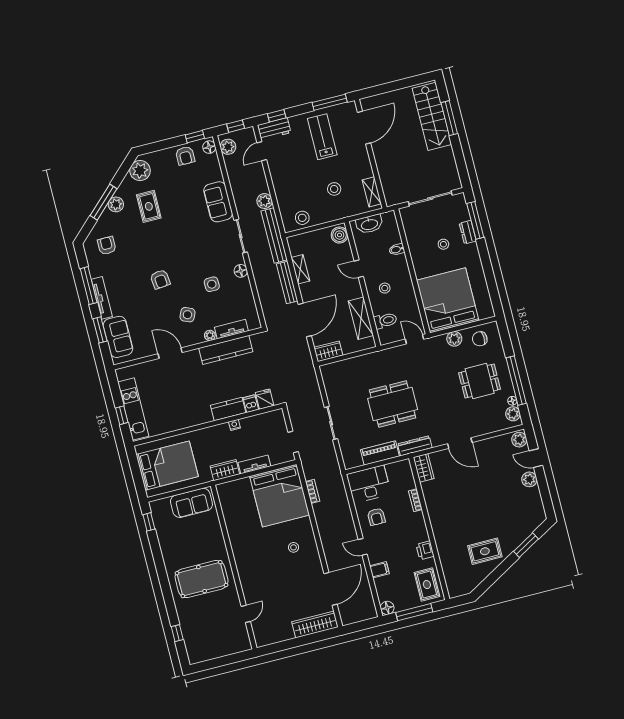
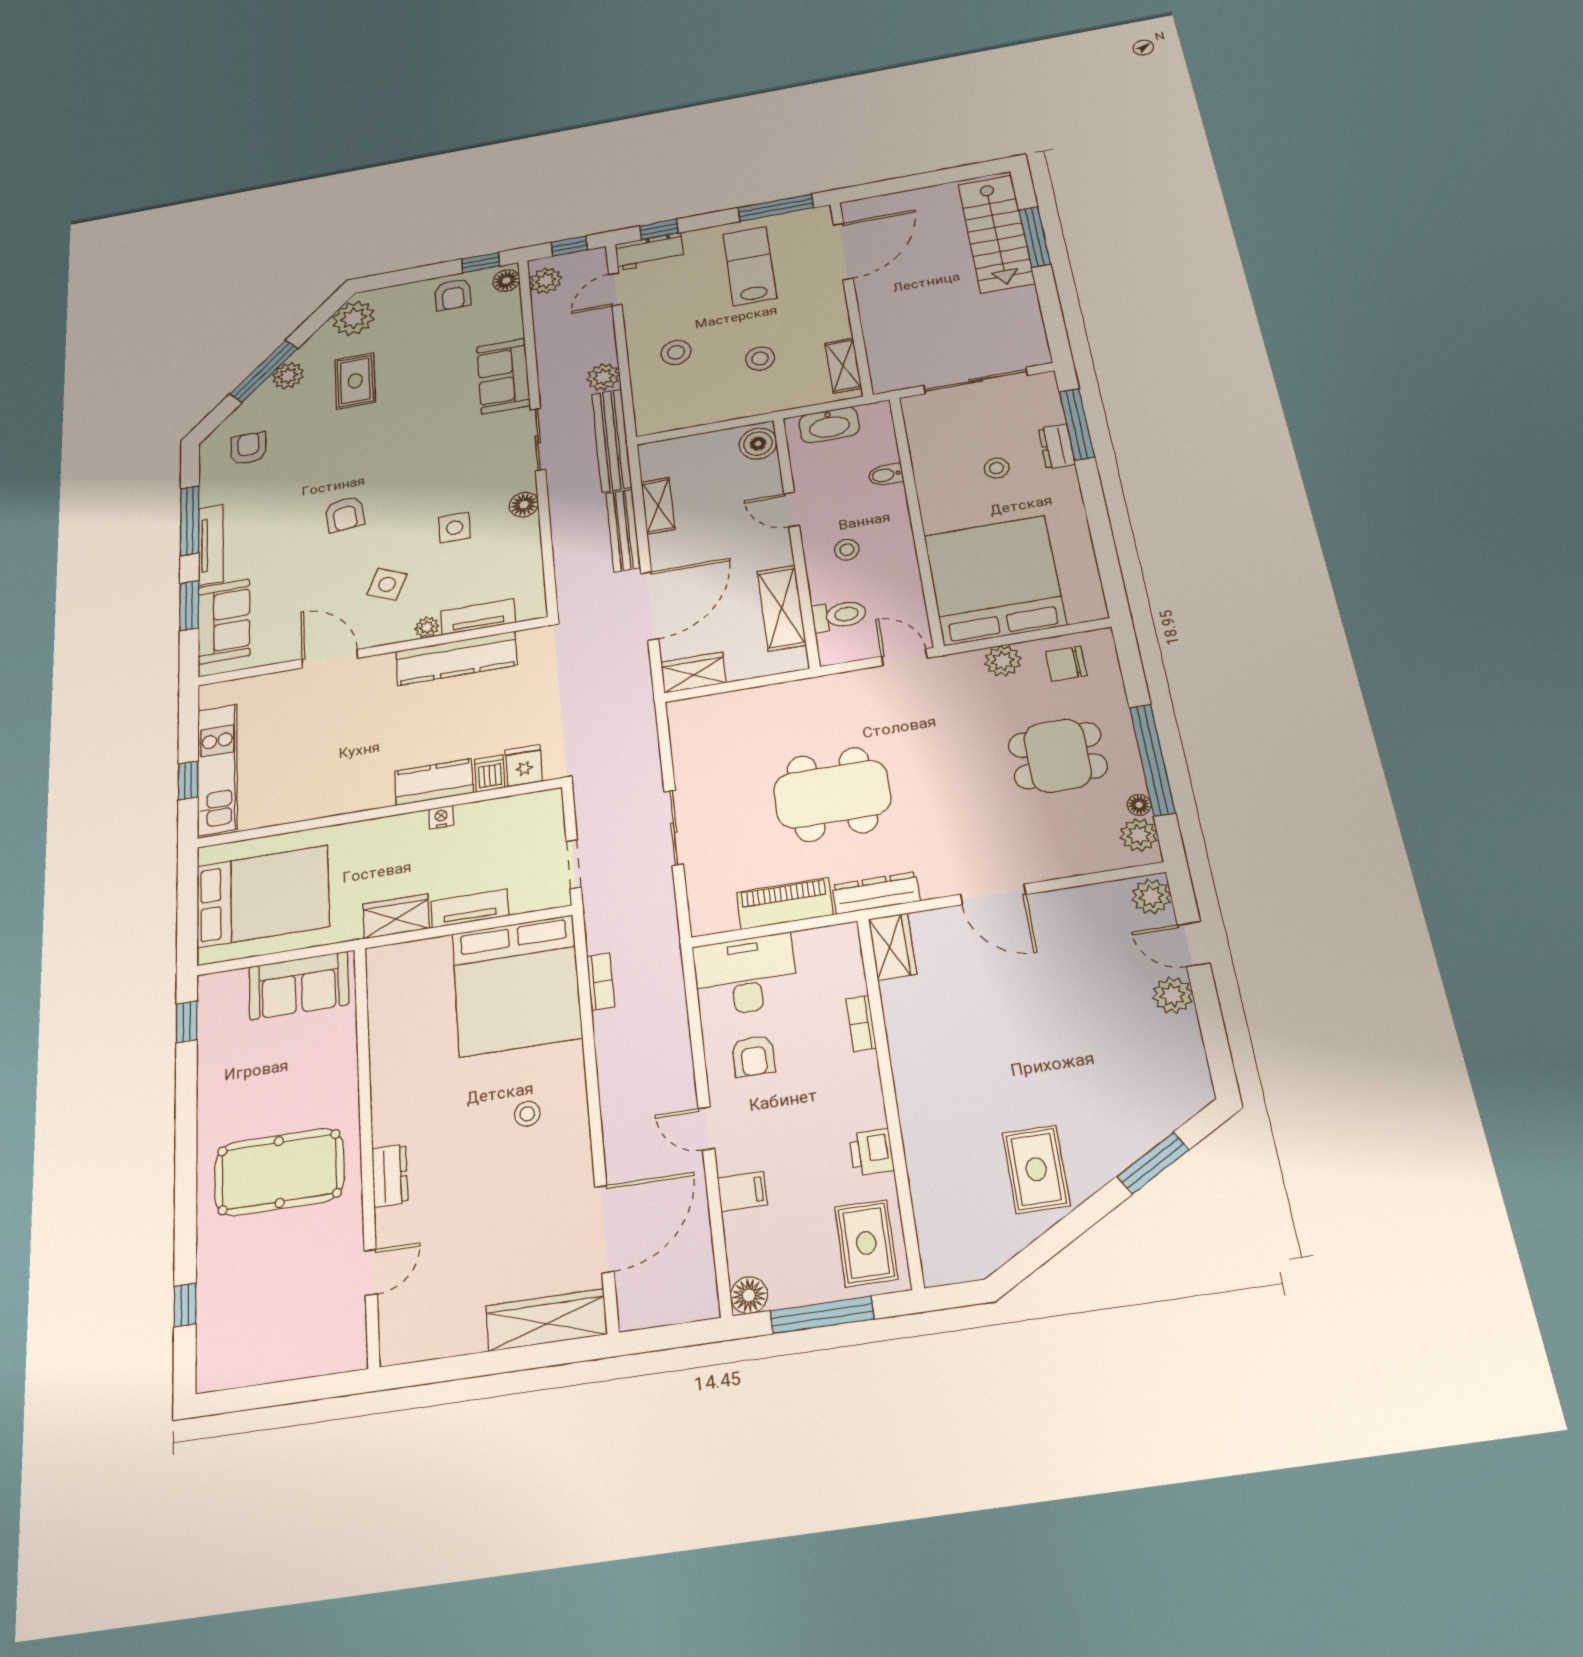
stool: (302, 218) -> (676, 352), moved
rug: (485, 551) -> (1036, 1169), turned 90
dresser: (245, 576) -> (390, 1176), added

